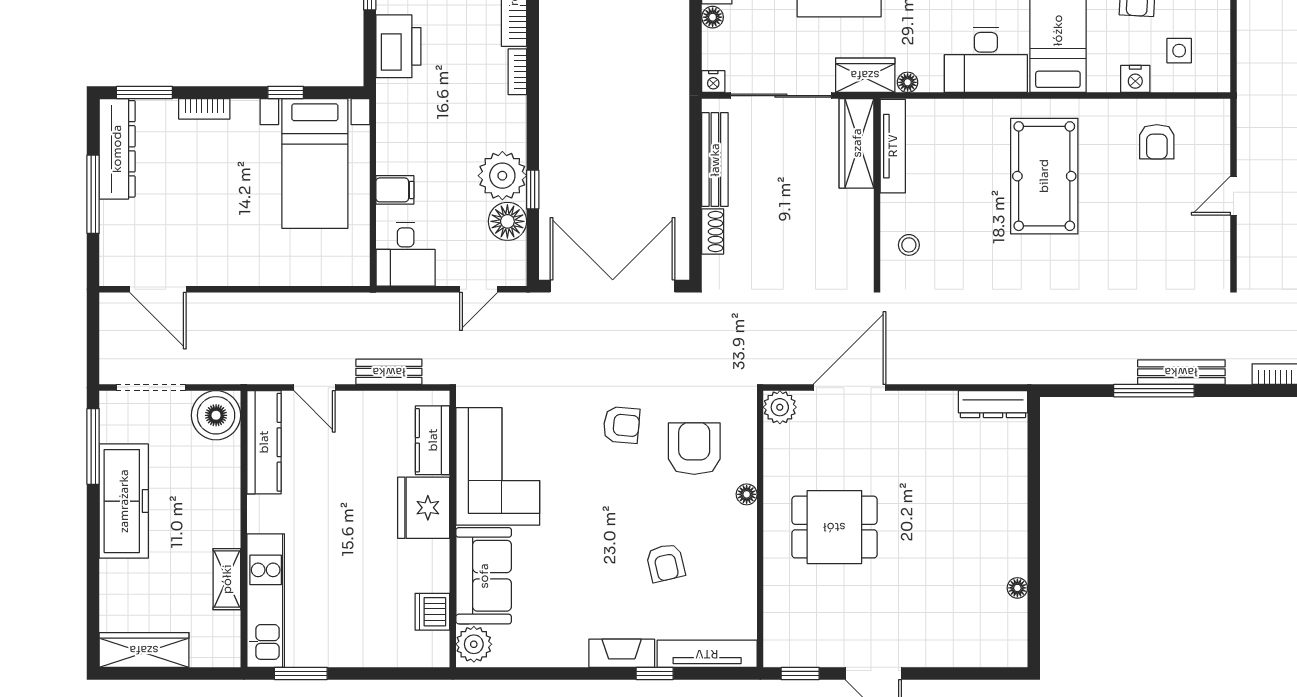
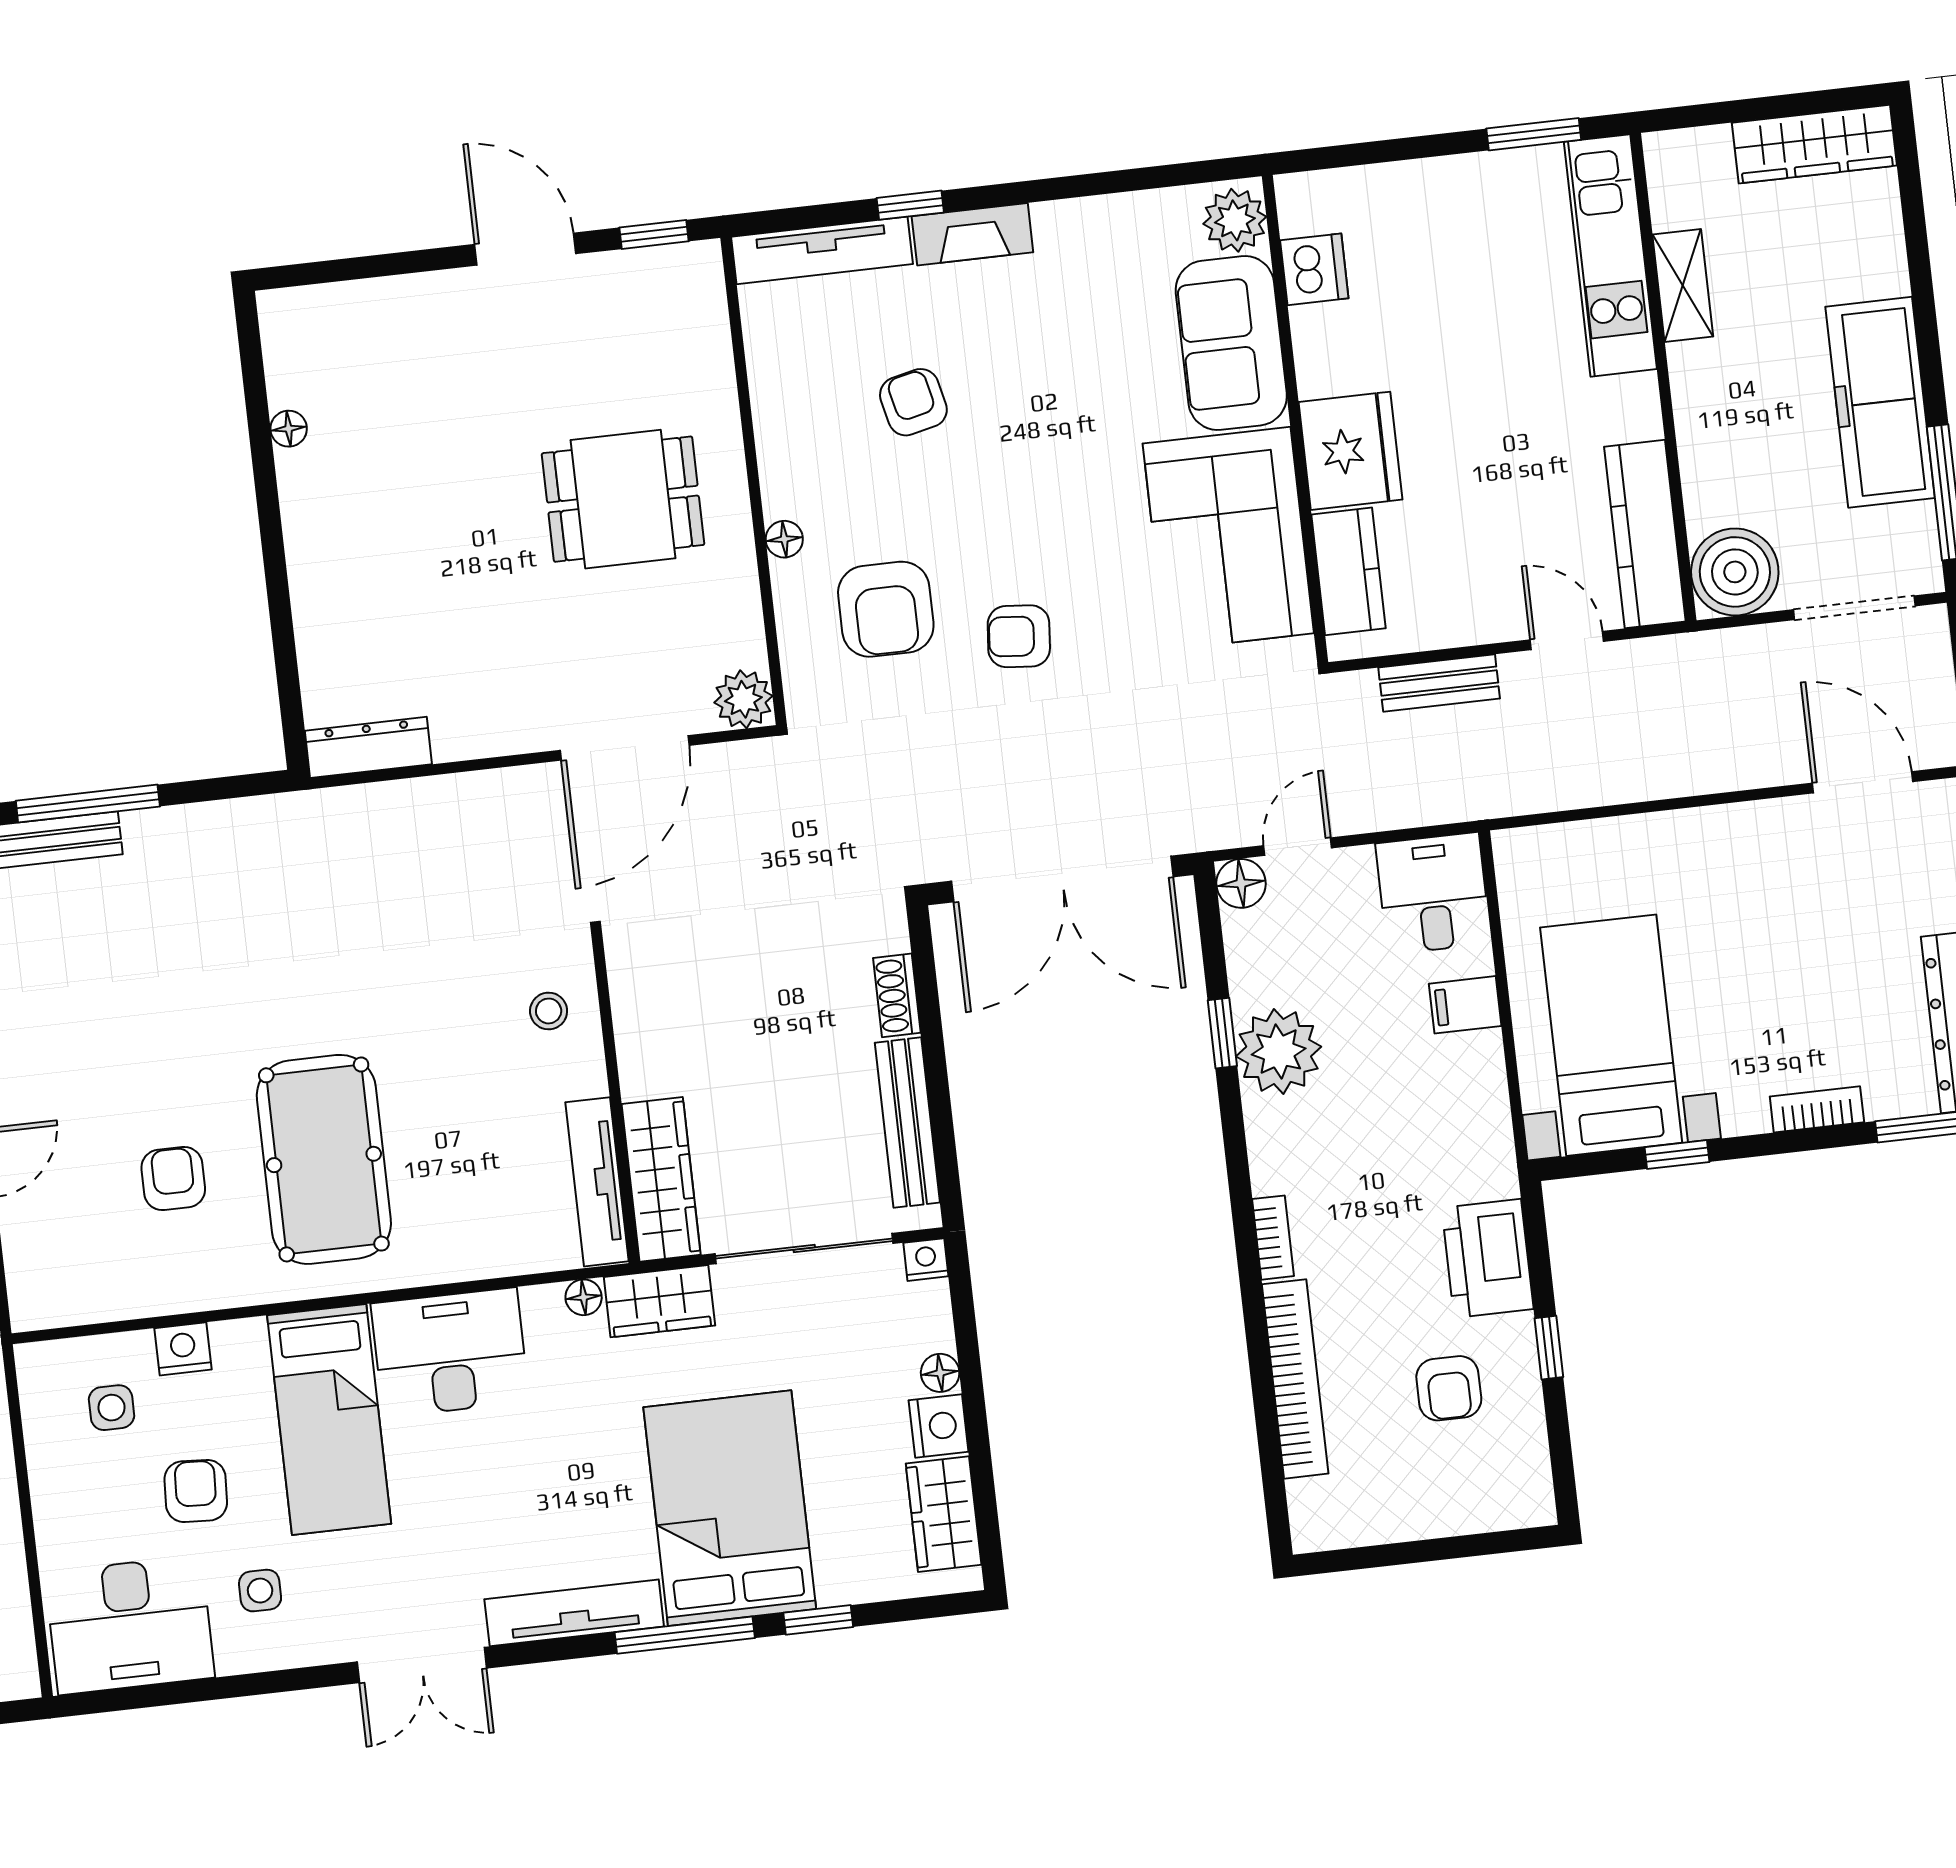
armchair: (1157, 142) -> (173, 1179), moved
floor lamp: (507, 221) -> (1241, 883), moved, width x0.73, depth x0.73

